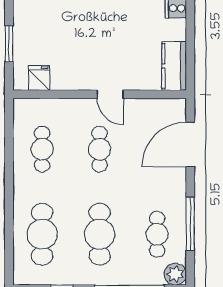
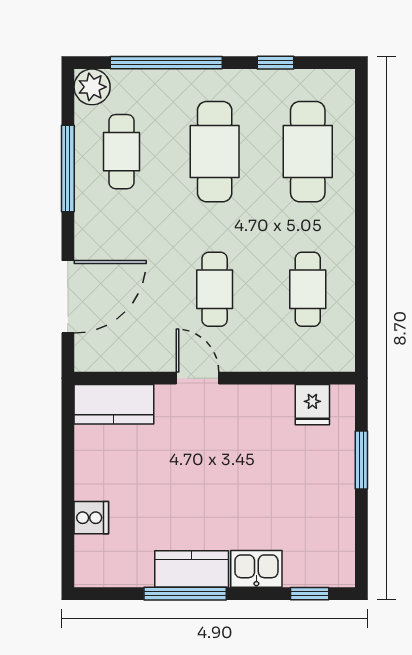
kitchen counter: (174, 66) -> (114, 404), moved, turned 90

